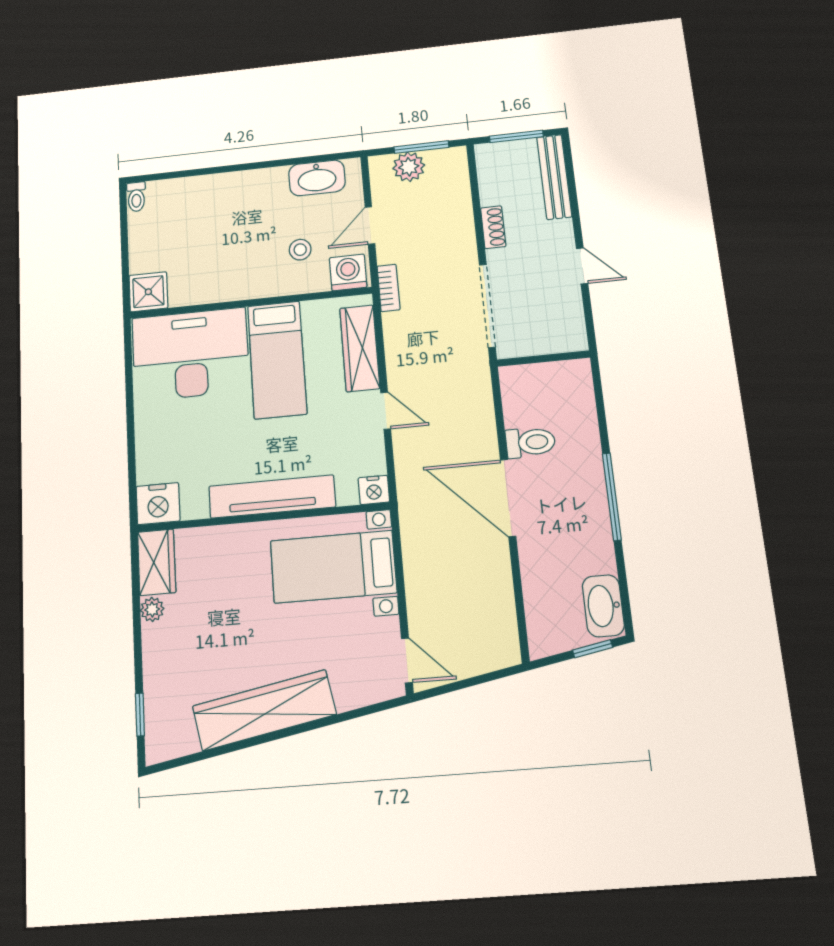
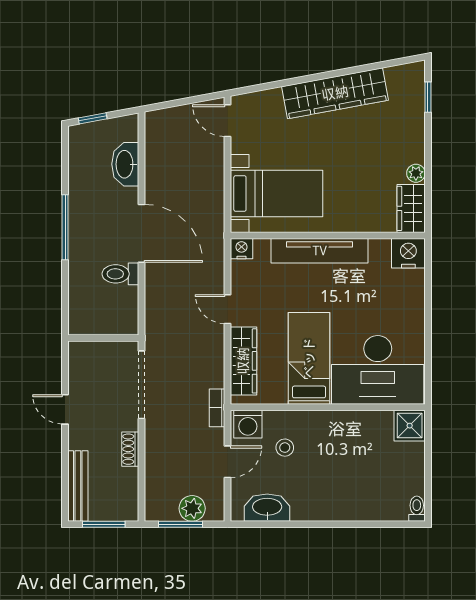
washbasin: (603, 606) -> (125, 164), moved, turned 180

